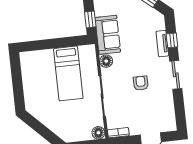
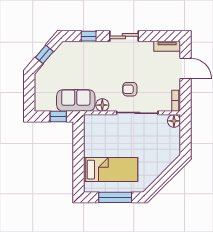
tv unit: (162, 44) -> (167, 46), moved
bed: (68, 73) -> (111, 170), moved
armchair: (141, 83) -> (130, 89), moved
window: (17, 84) -> (115, 197), added

